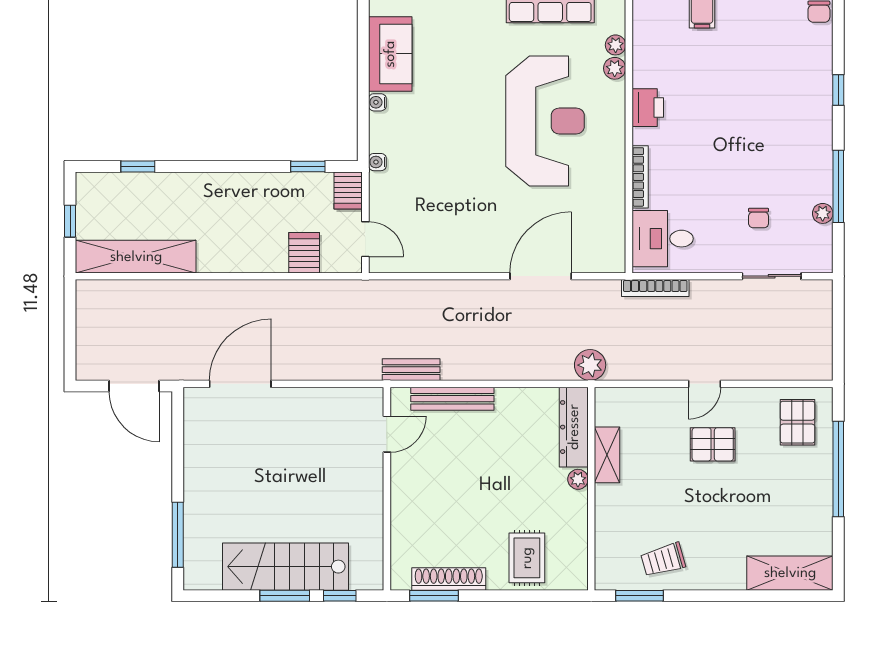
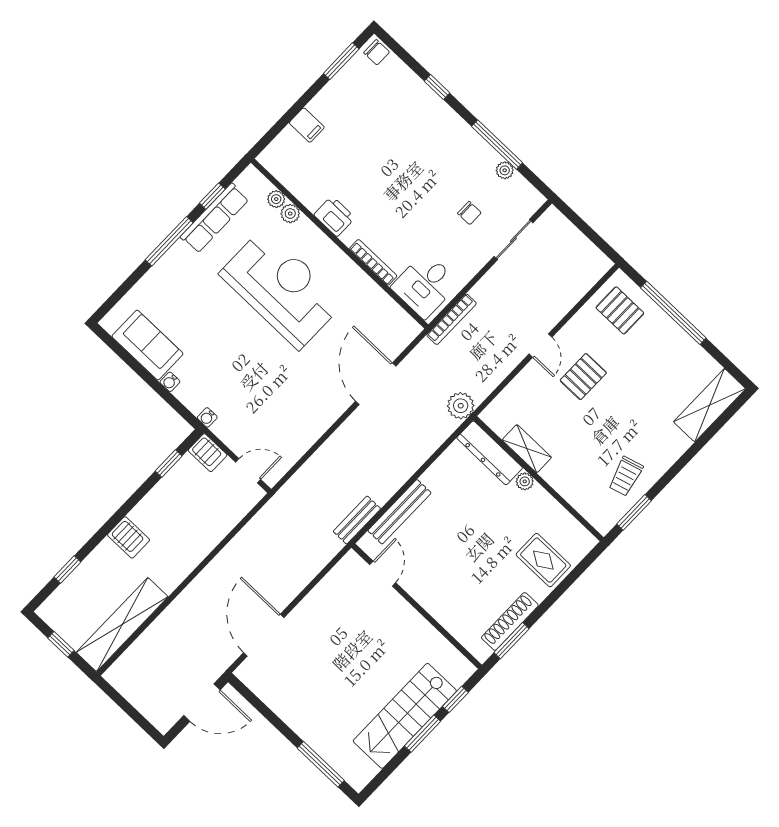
server rack: (304, 253) -> (129, 537), moved, turned 180

